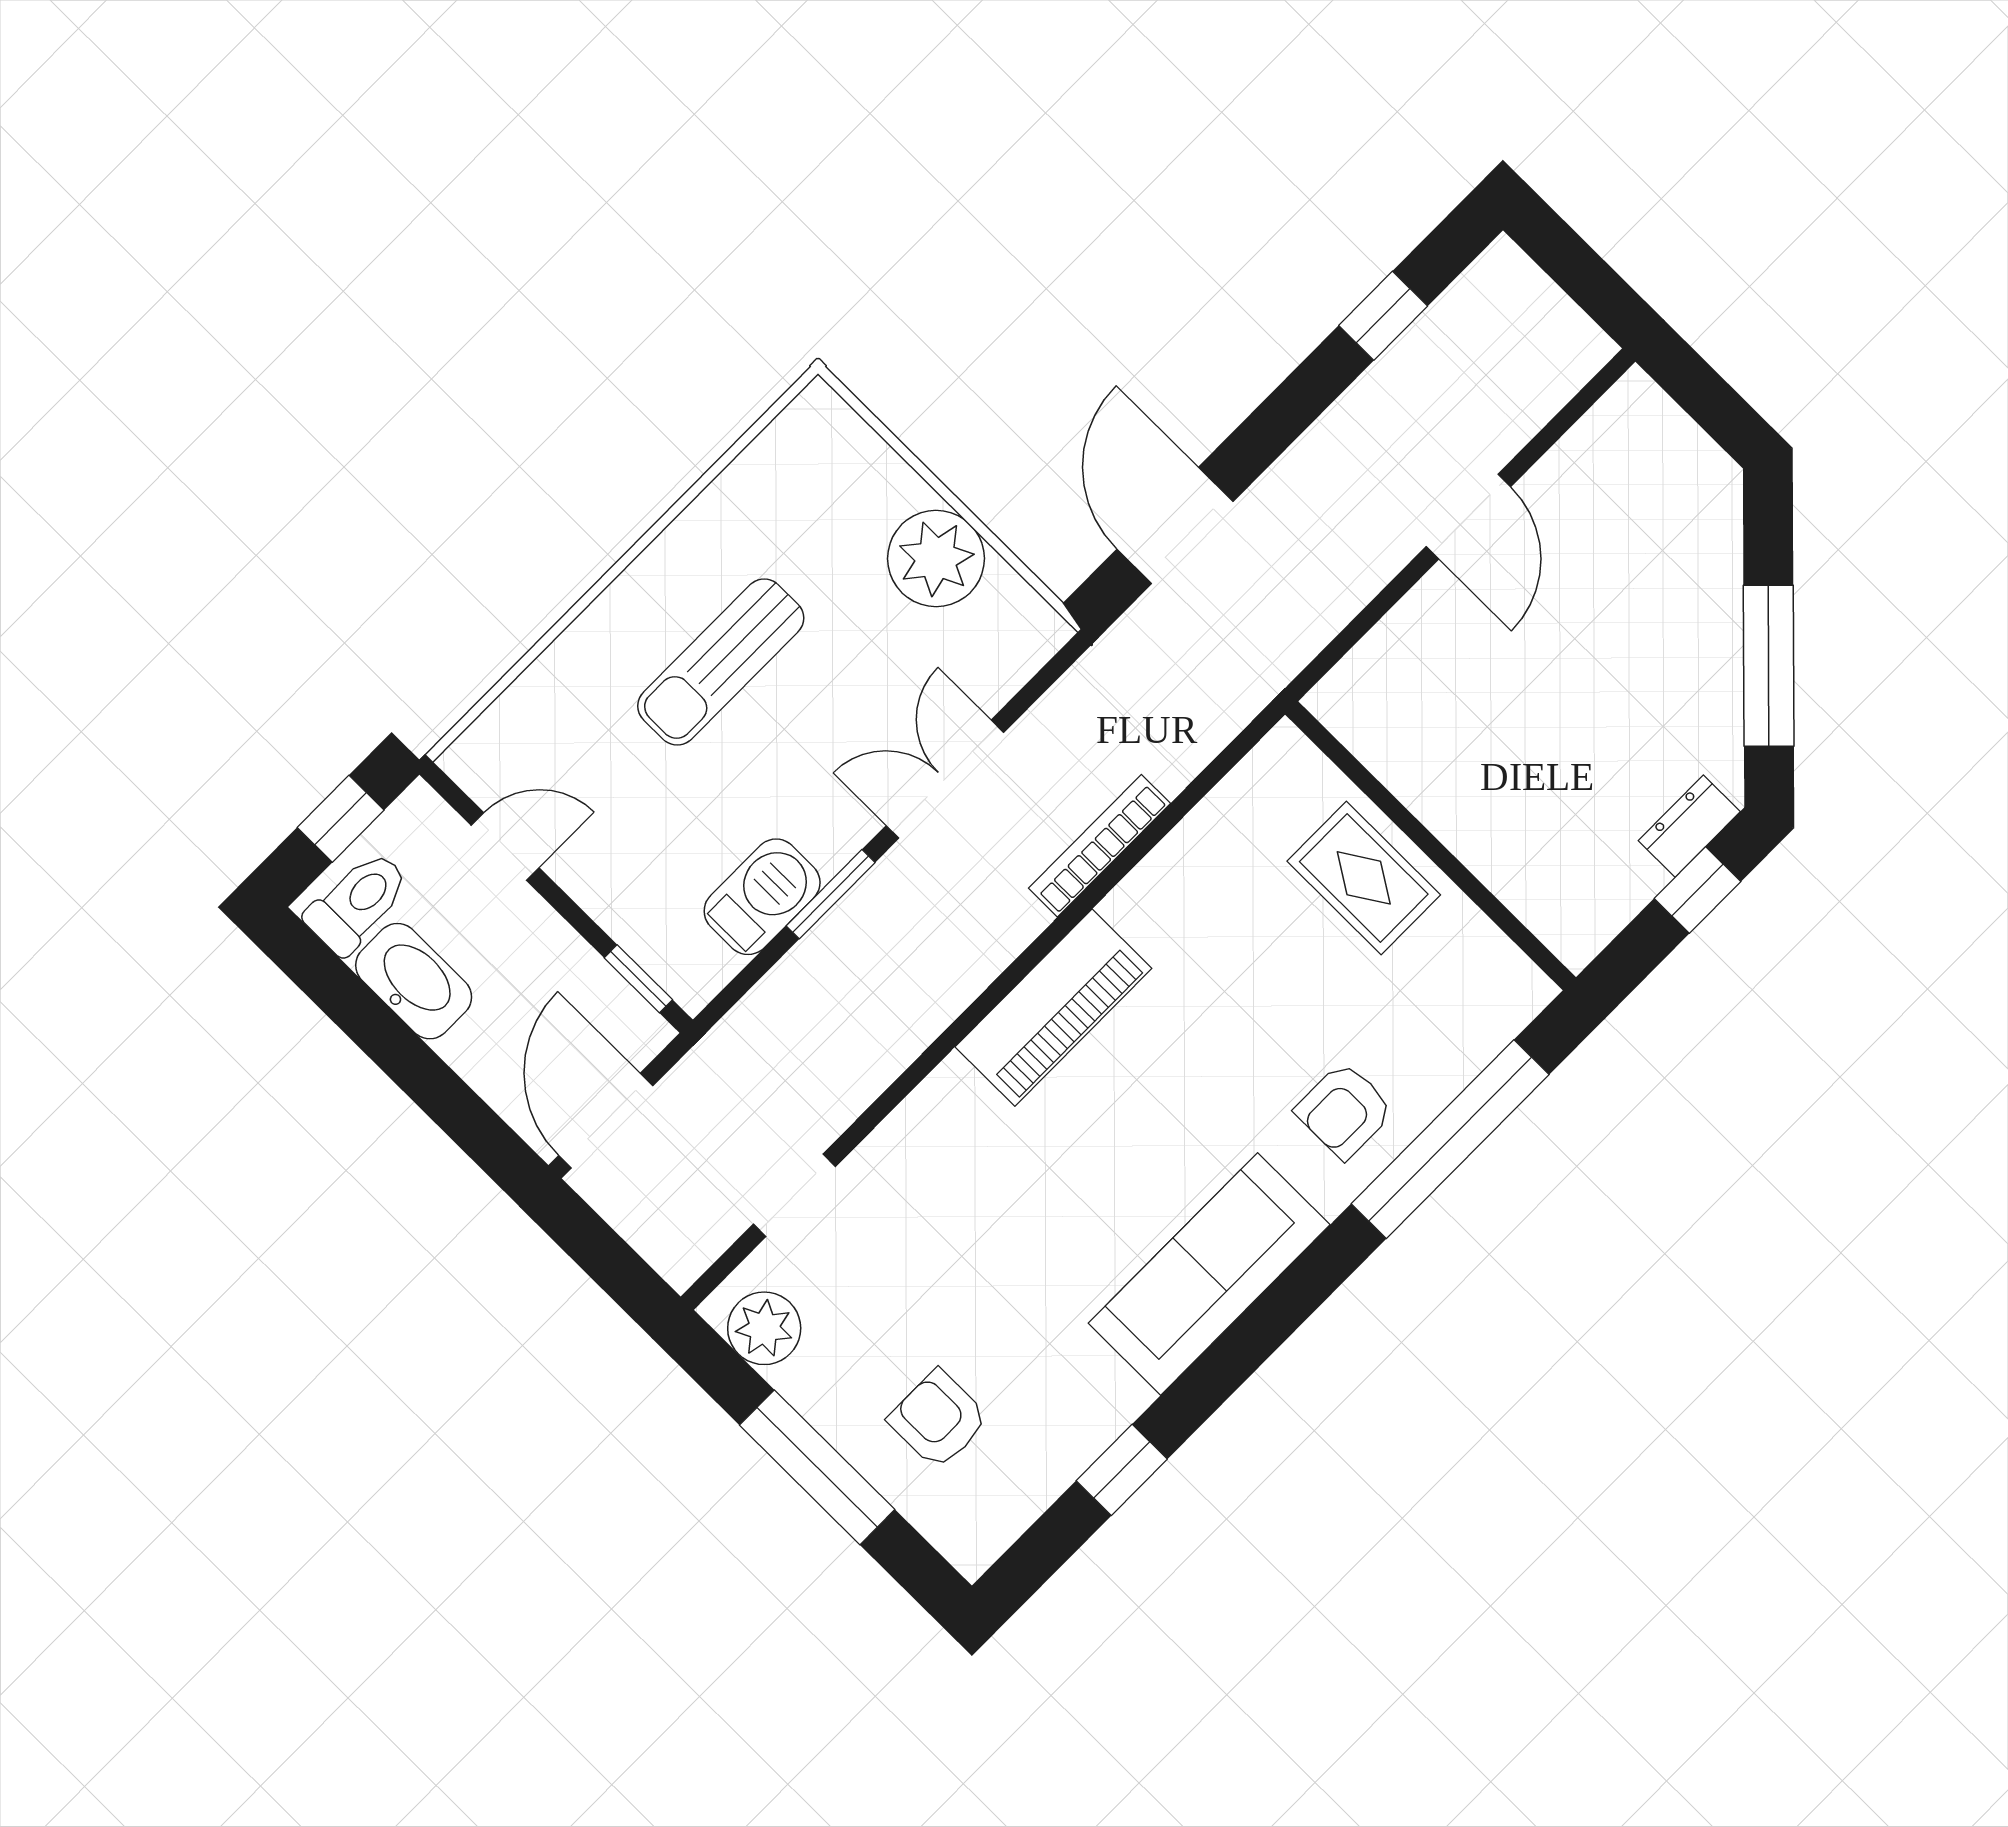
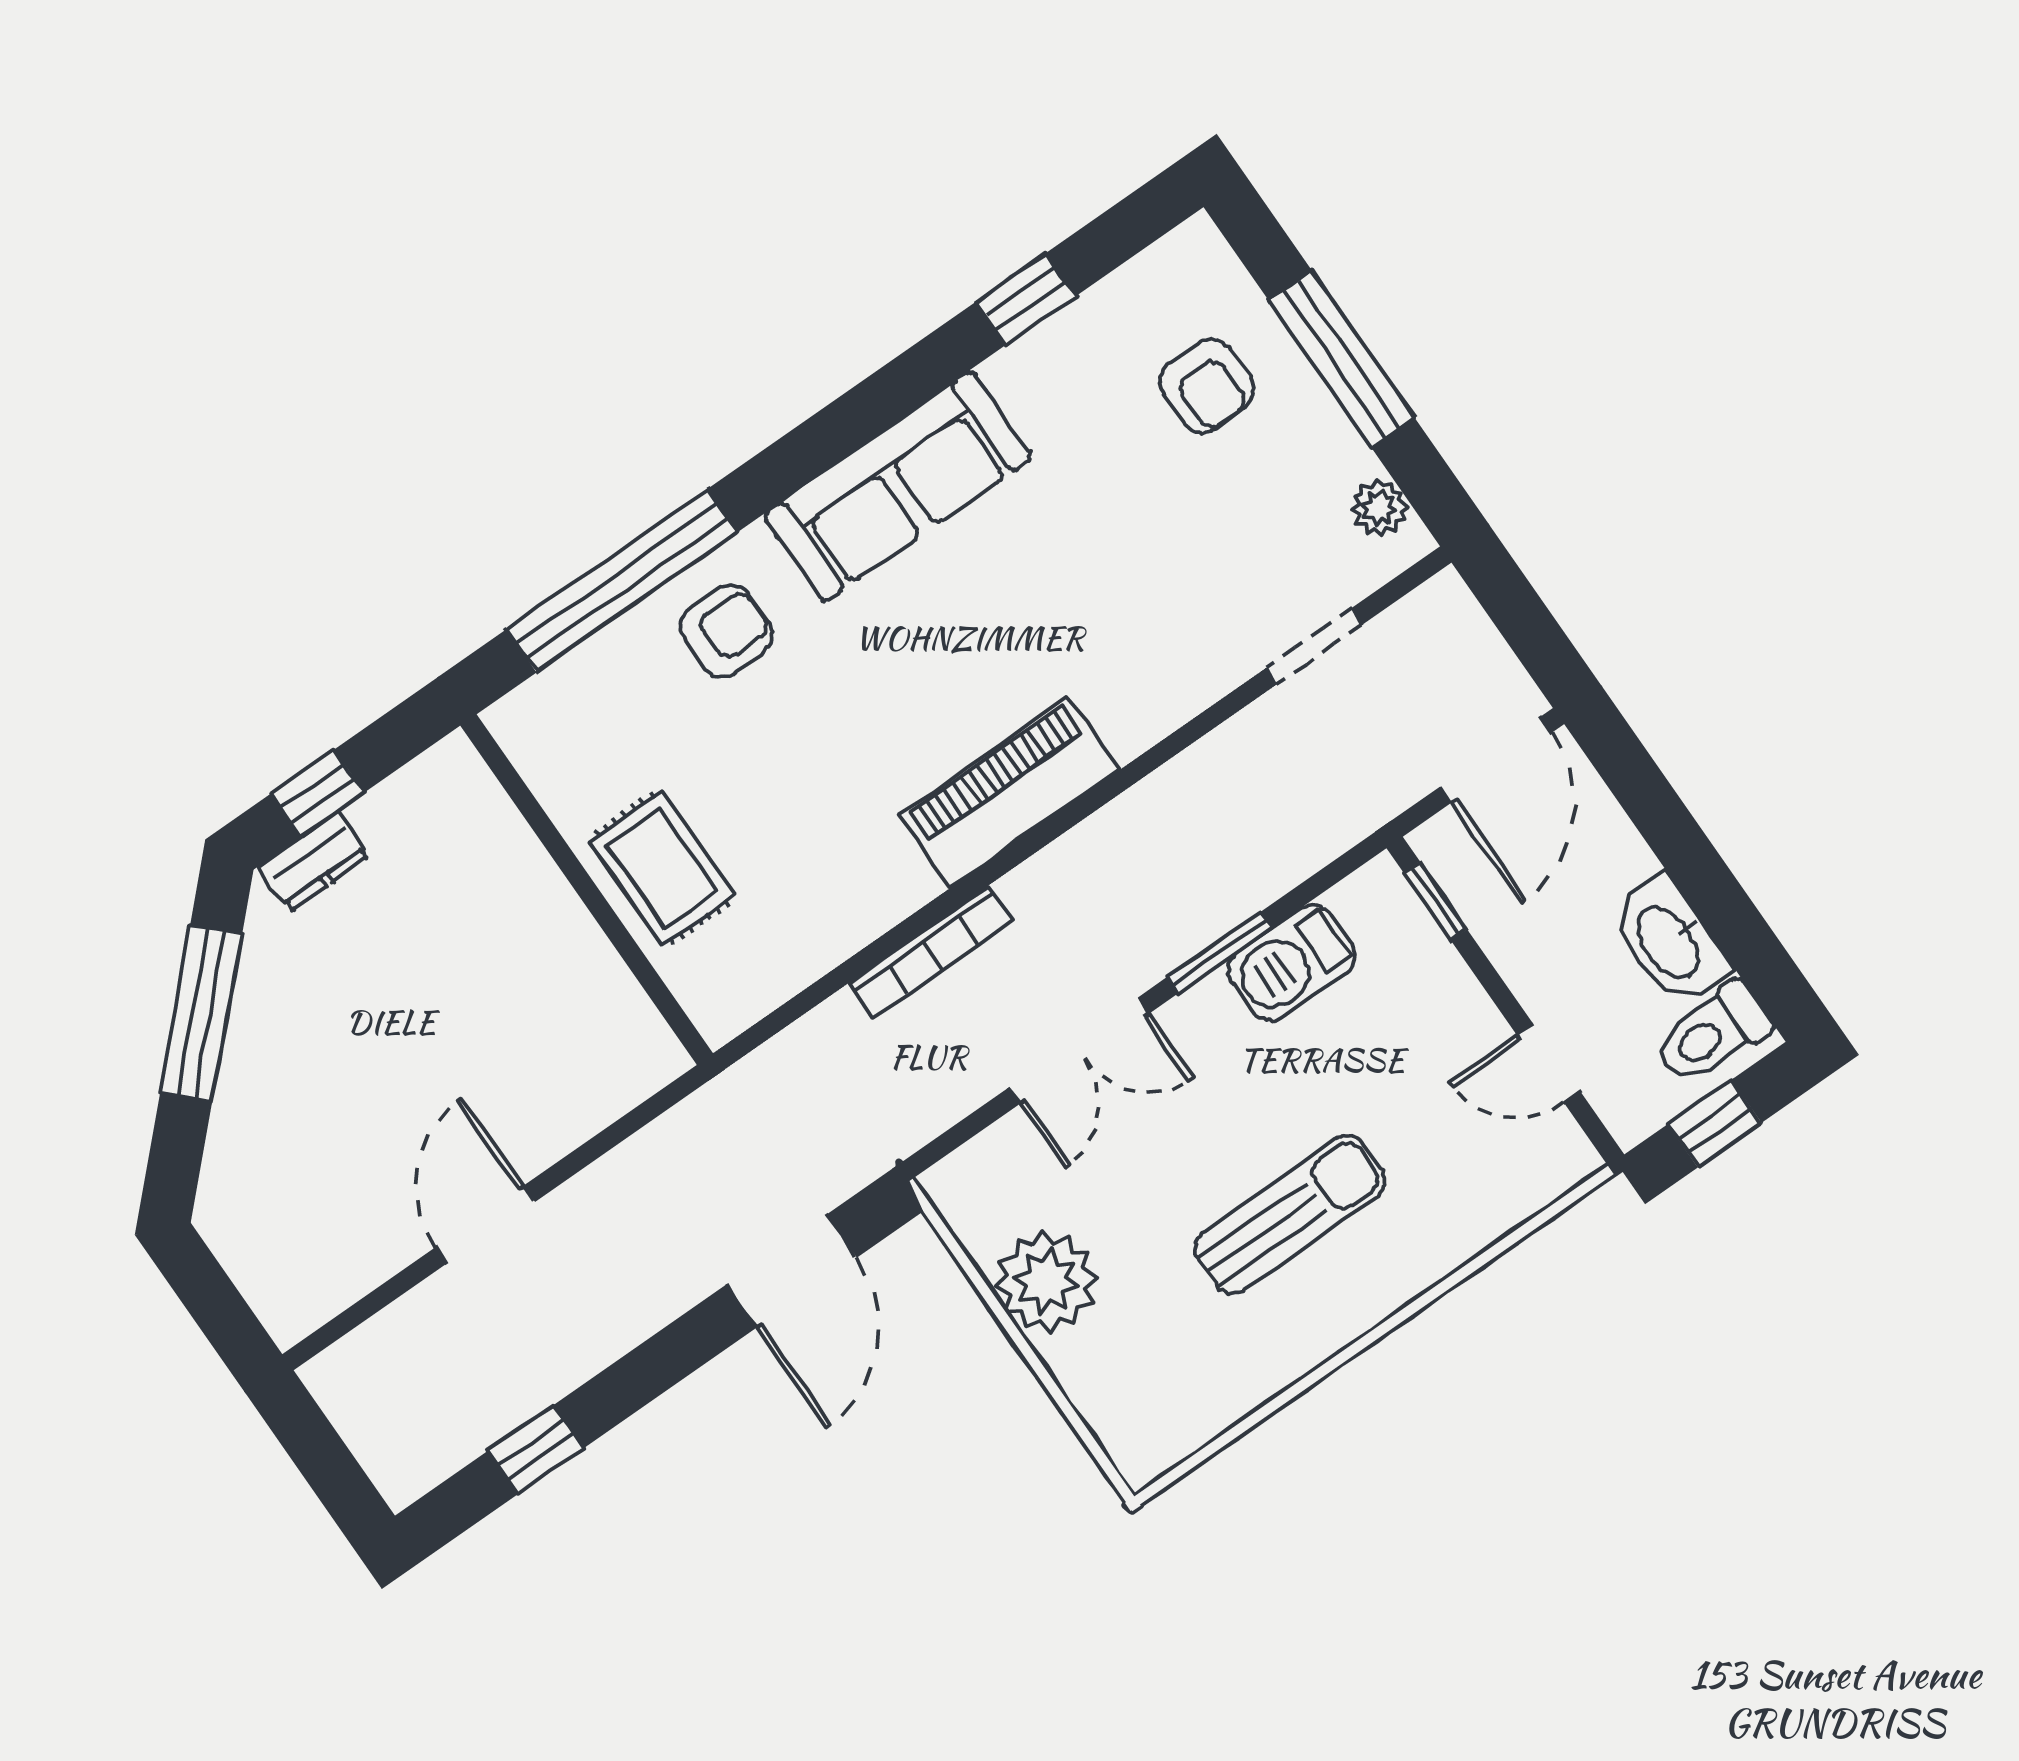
plant: (764, 1328) -> (1379, 508), width x0.73, depth x0.73

